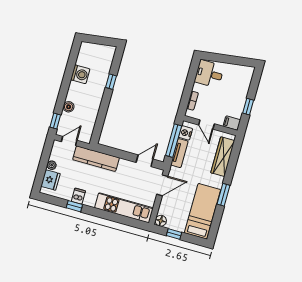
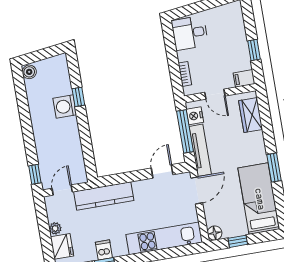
washing machine: (80, 74) -> (65, 106), moved, turned 180
boiler: (69, 107) -> (29, 72), moved
tv unit: (179, 153) -> (200, 150), width x1.41
wardrobe: (223, 157) -> (251, 115), width x0.67

